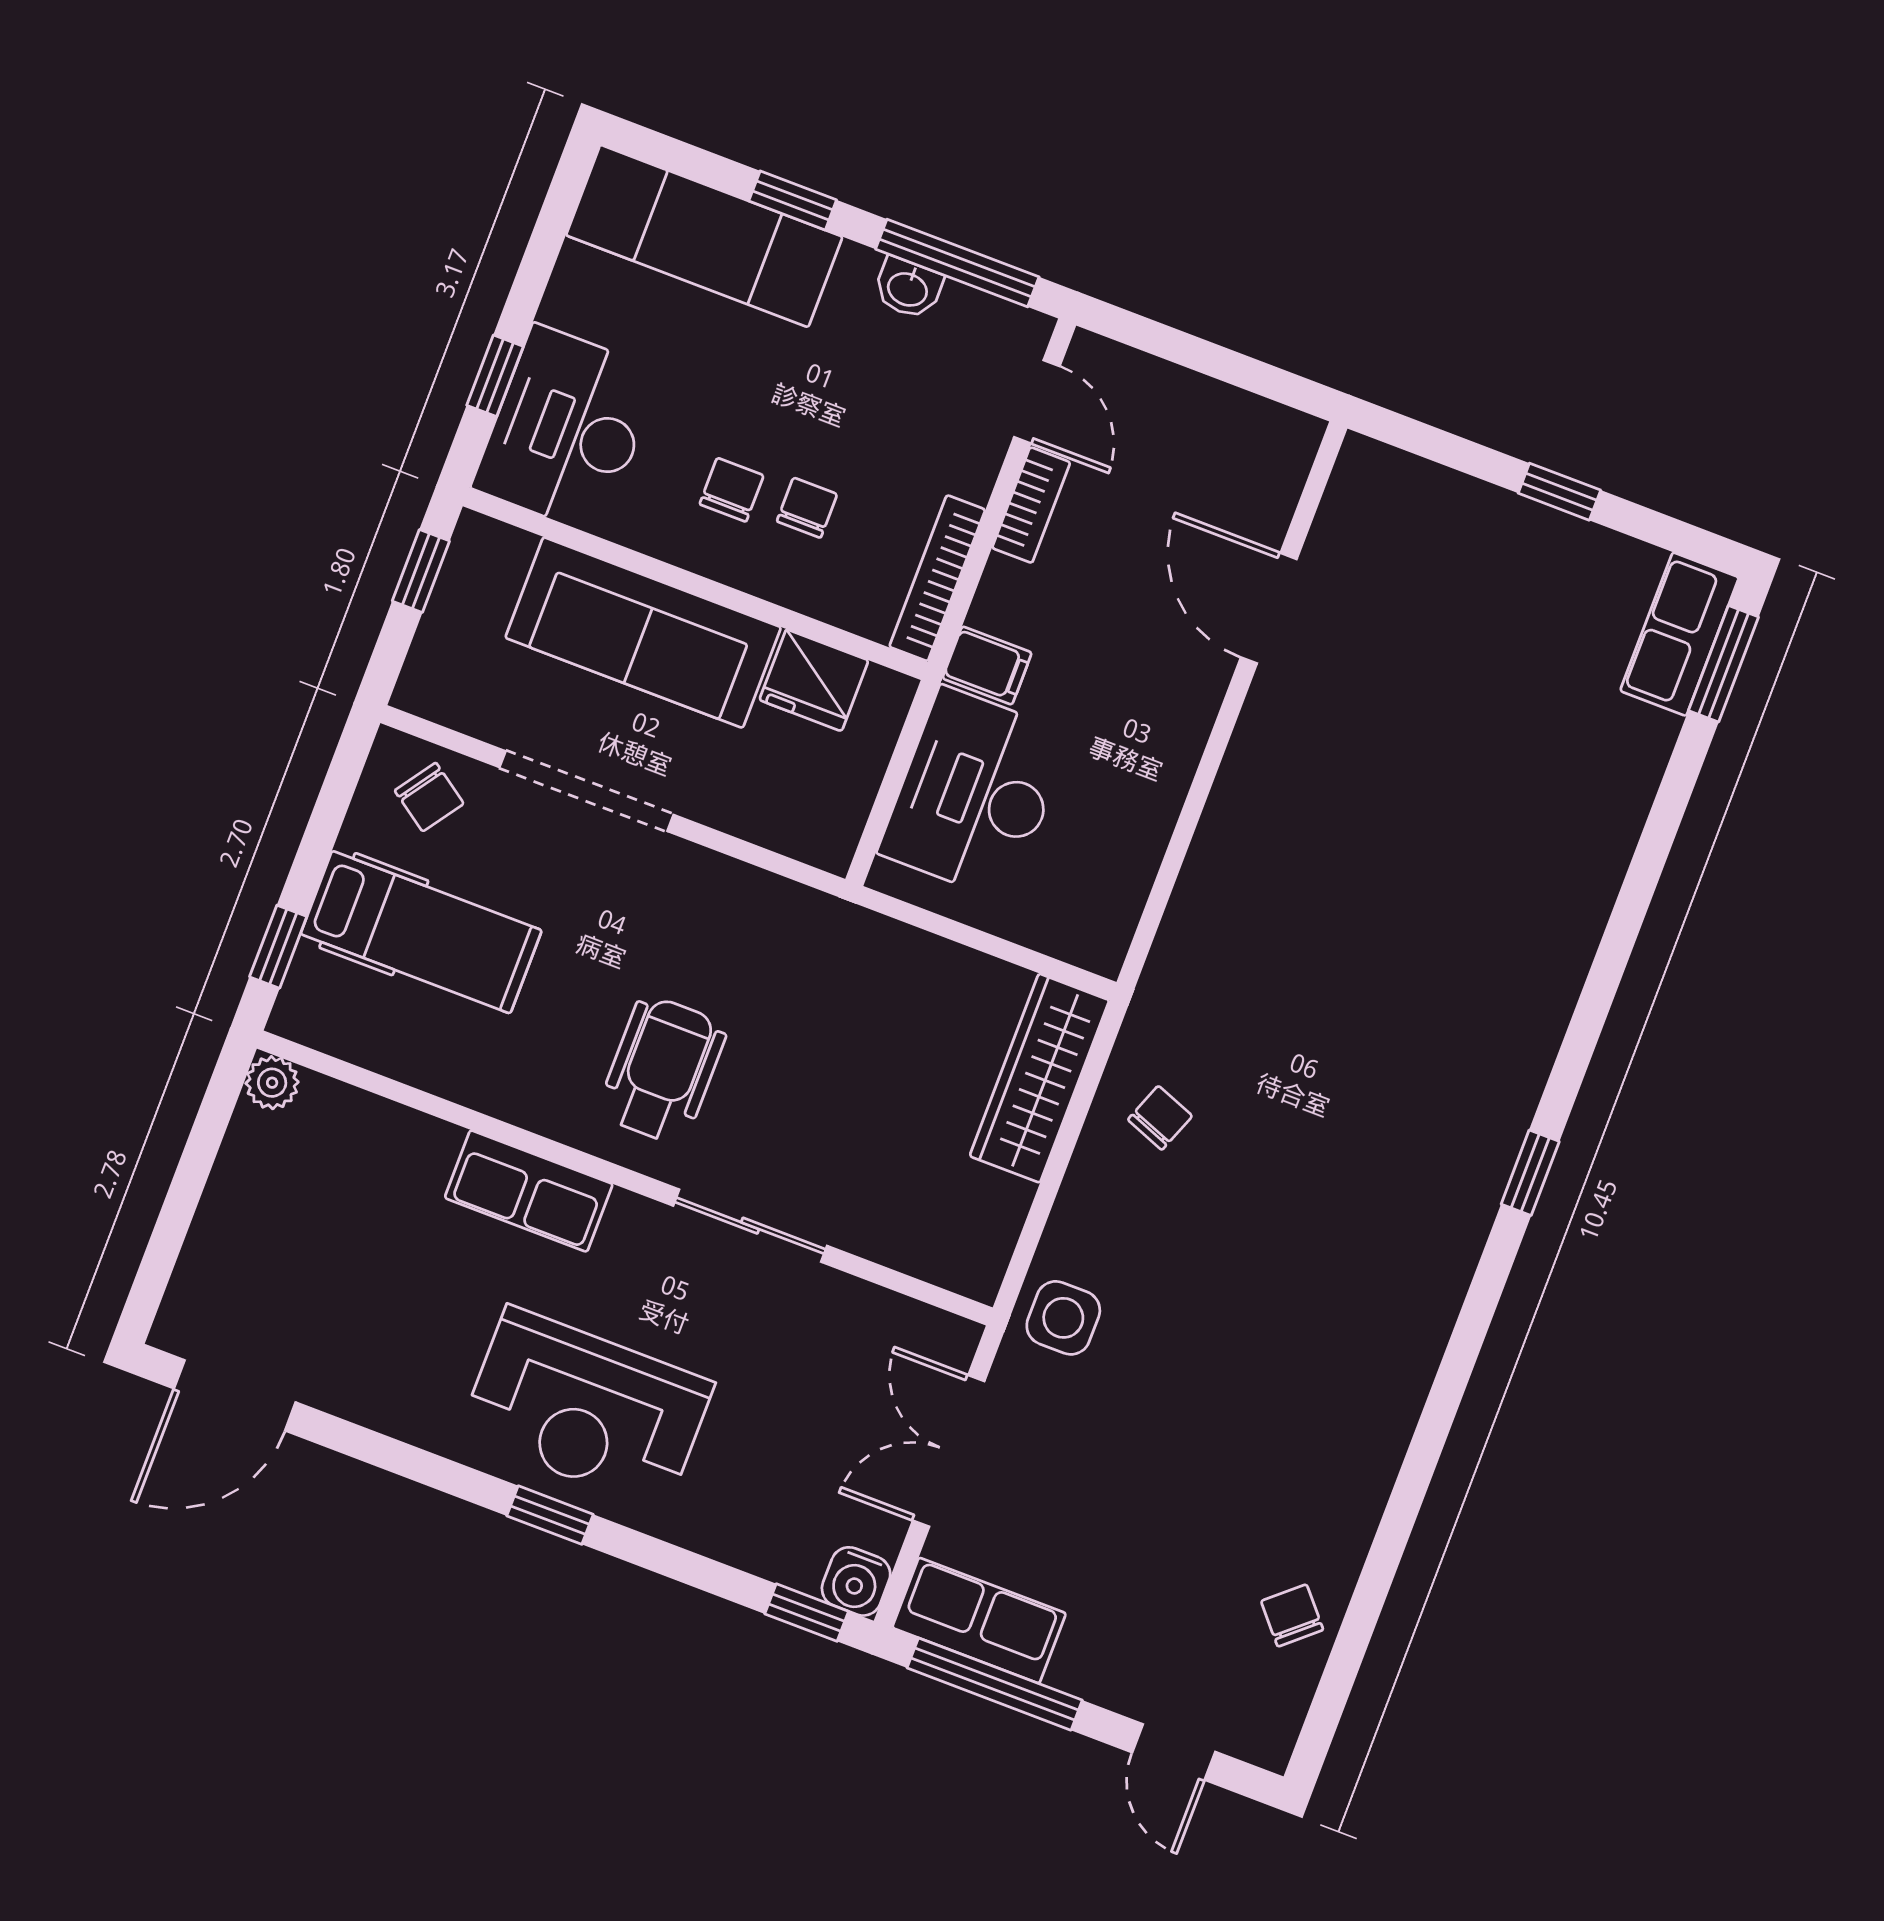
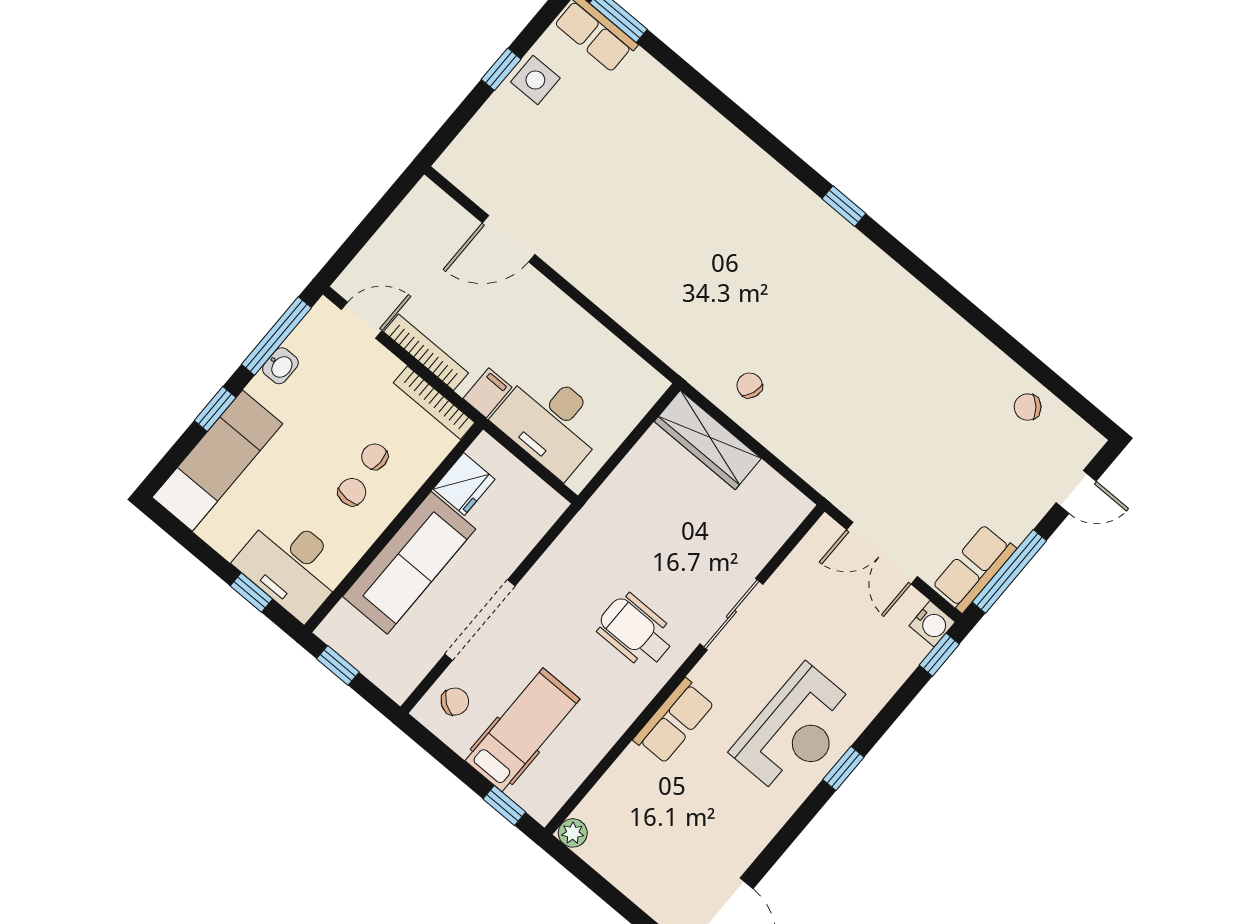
chair: (732, 490) -> (352, 492), turned 90
bookcase: (1031, 505) -> (426, 352), width x1.56
side table: (1063, 1318) -> (535, 80), moved

